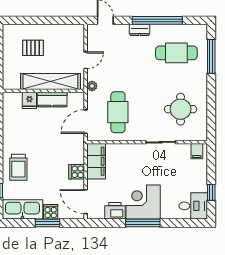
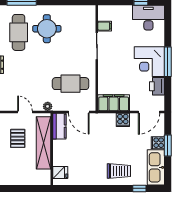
pallet: (33, 48) -> (18, 138), moved
fridge: (29, 100) -> (60, 173), moved
kitchen counter: (52, 100) -> (59, 126), moved
round table: (181, 109) -> (47, 29), moved
filing cabinet: (197, 151) -> (105, 26), moved
desk: (193, 206) -> (148, 18), width x1.37

